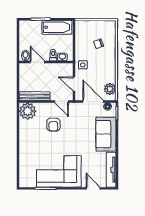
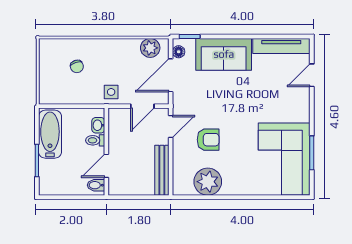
plant: (28, 111) -> (208, 182), moved
corner sofa: (59, 171) -> (284, 159), moved

